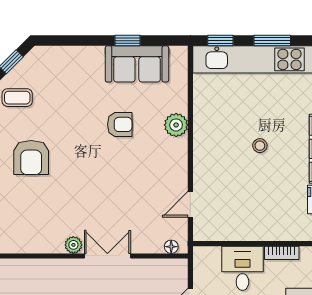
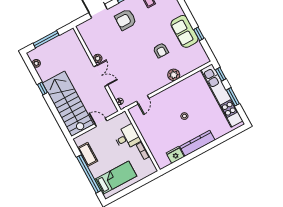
sofa: (137, 64) -> (184, 31), moved
door: (190, 204) -> (143, 100), swing flipped

